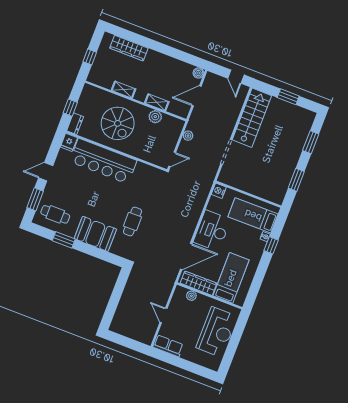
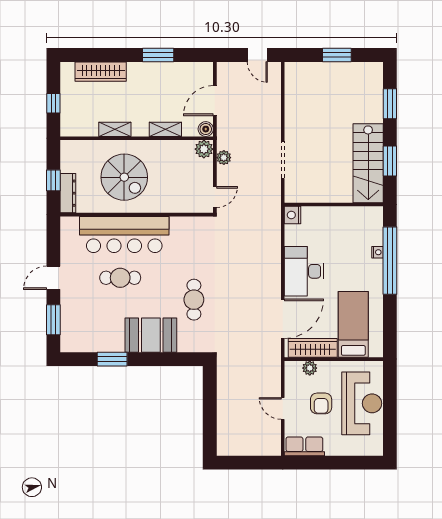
window: (171, 52) -> (158, 55), added
boiler: (198, 73) -> (206, 129), moved
plant: (155, 117) -> (204, 149), moved
stairs: (252, 118) -> (368, 163), moved, turned 180
dresser: (75, 124) -> (68, 193), width x1.44
fridge: (69, 142) -> (69, 227), removed
cafe table: (55, 214) -> (120, 278), moved
bed: (253, 215) -> (350, 230), removed
window: (271, 245) -> (390, 261), width x3.17
armchair: (190, 322) -> (321, 403), added

